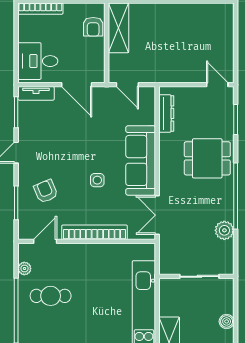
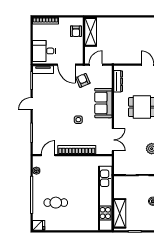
door: (127, 85) -> (96, 65), swing flipped
sofa: (141, 160) -> (103, 103), width x0.73
armchair: (46, 191) -> (83, 80), moved
double door: (157, 215) -> (113, 140), swing flipped
cafe table: (51, 296) -> (56, 203), moved

